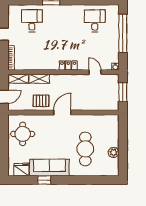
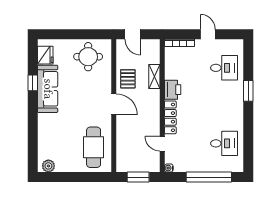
printer: (50, 64) -> (173, 90), added
locker: (68, 65) -> (170, 117), width x1.53
door: (95, 72) -> (162, 144), swing flipped
shelving: (18, 79) -> (154, 51), removed
cafe table: (85, 149) -> (94, 147), moved, turned 90
plant: (114, 152) -> (48, 166), moved

